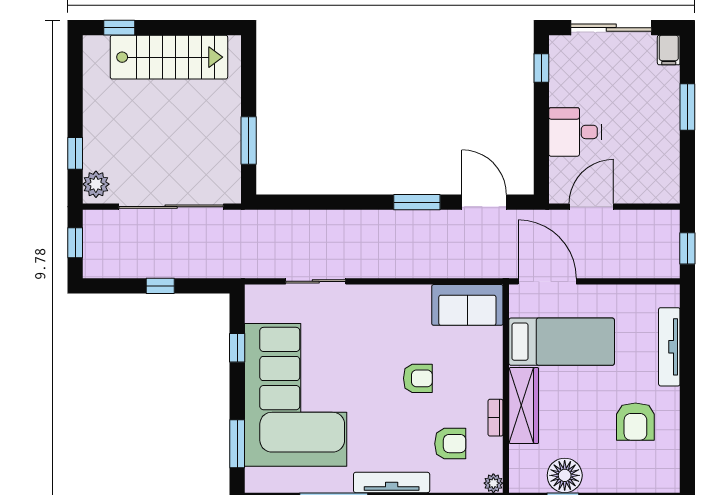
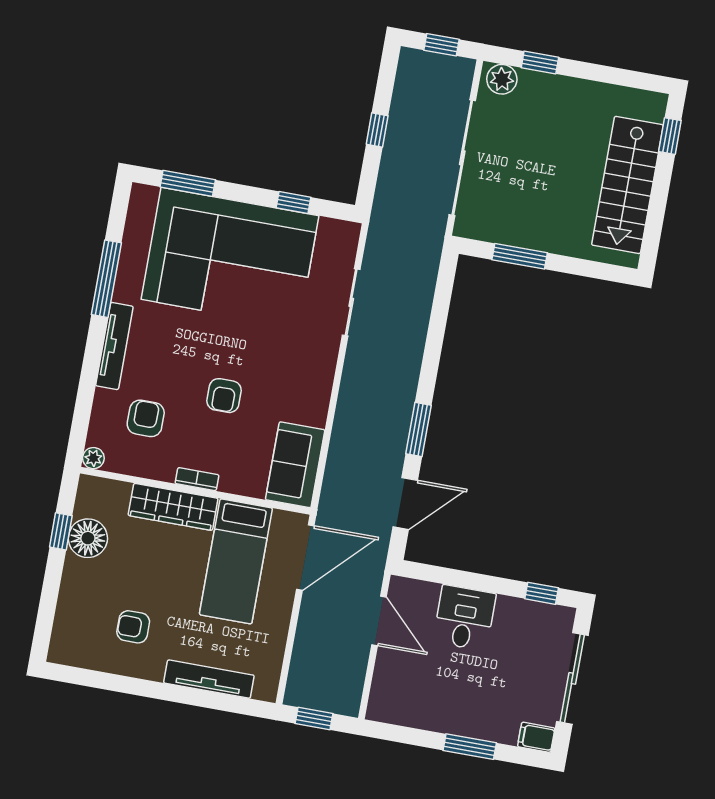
bookcase: (496, 418) -> (197, 479), moved
armchair: (635, 422) -> (133, 627), width x0.72, depth x0.72
armchair: (450, 444) -> (146, 418), turned 180

